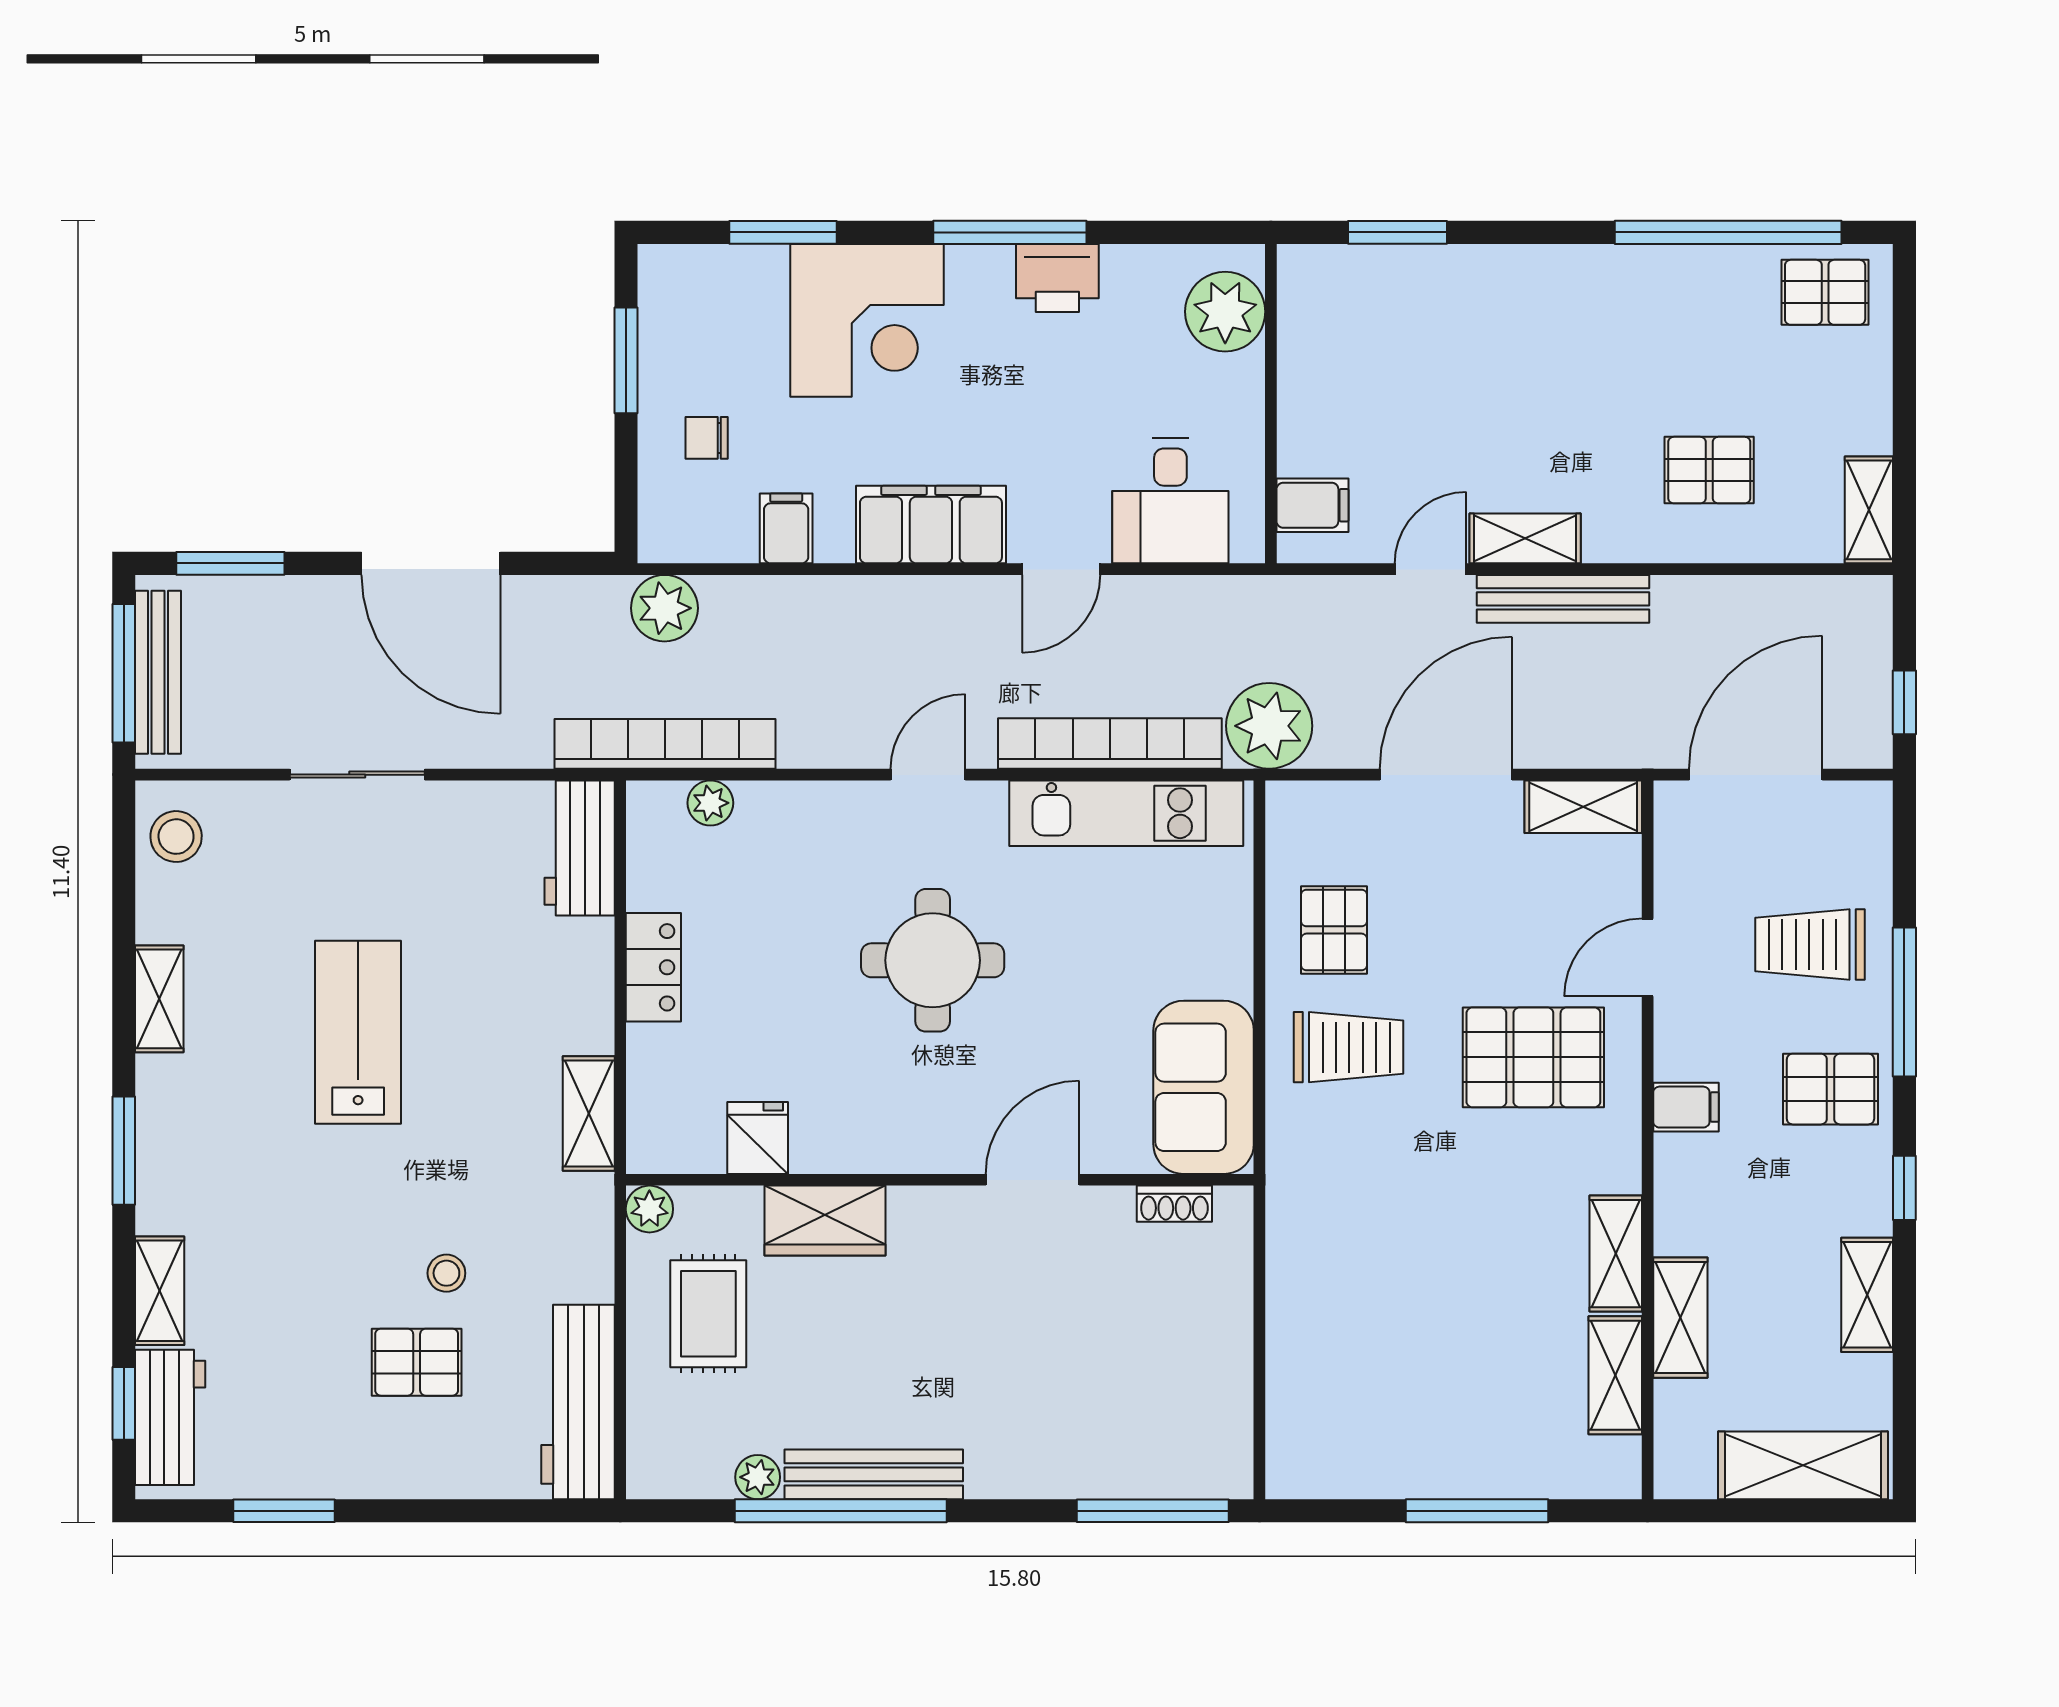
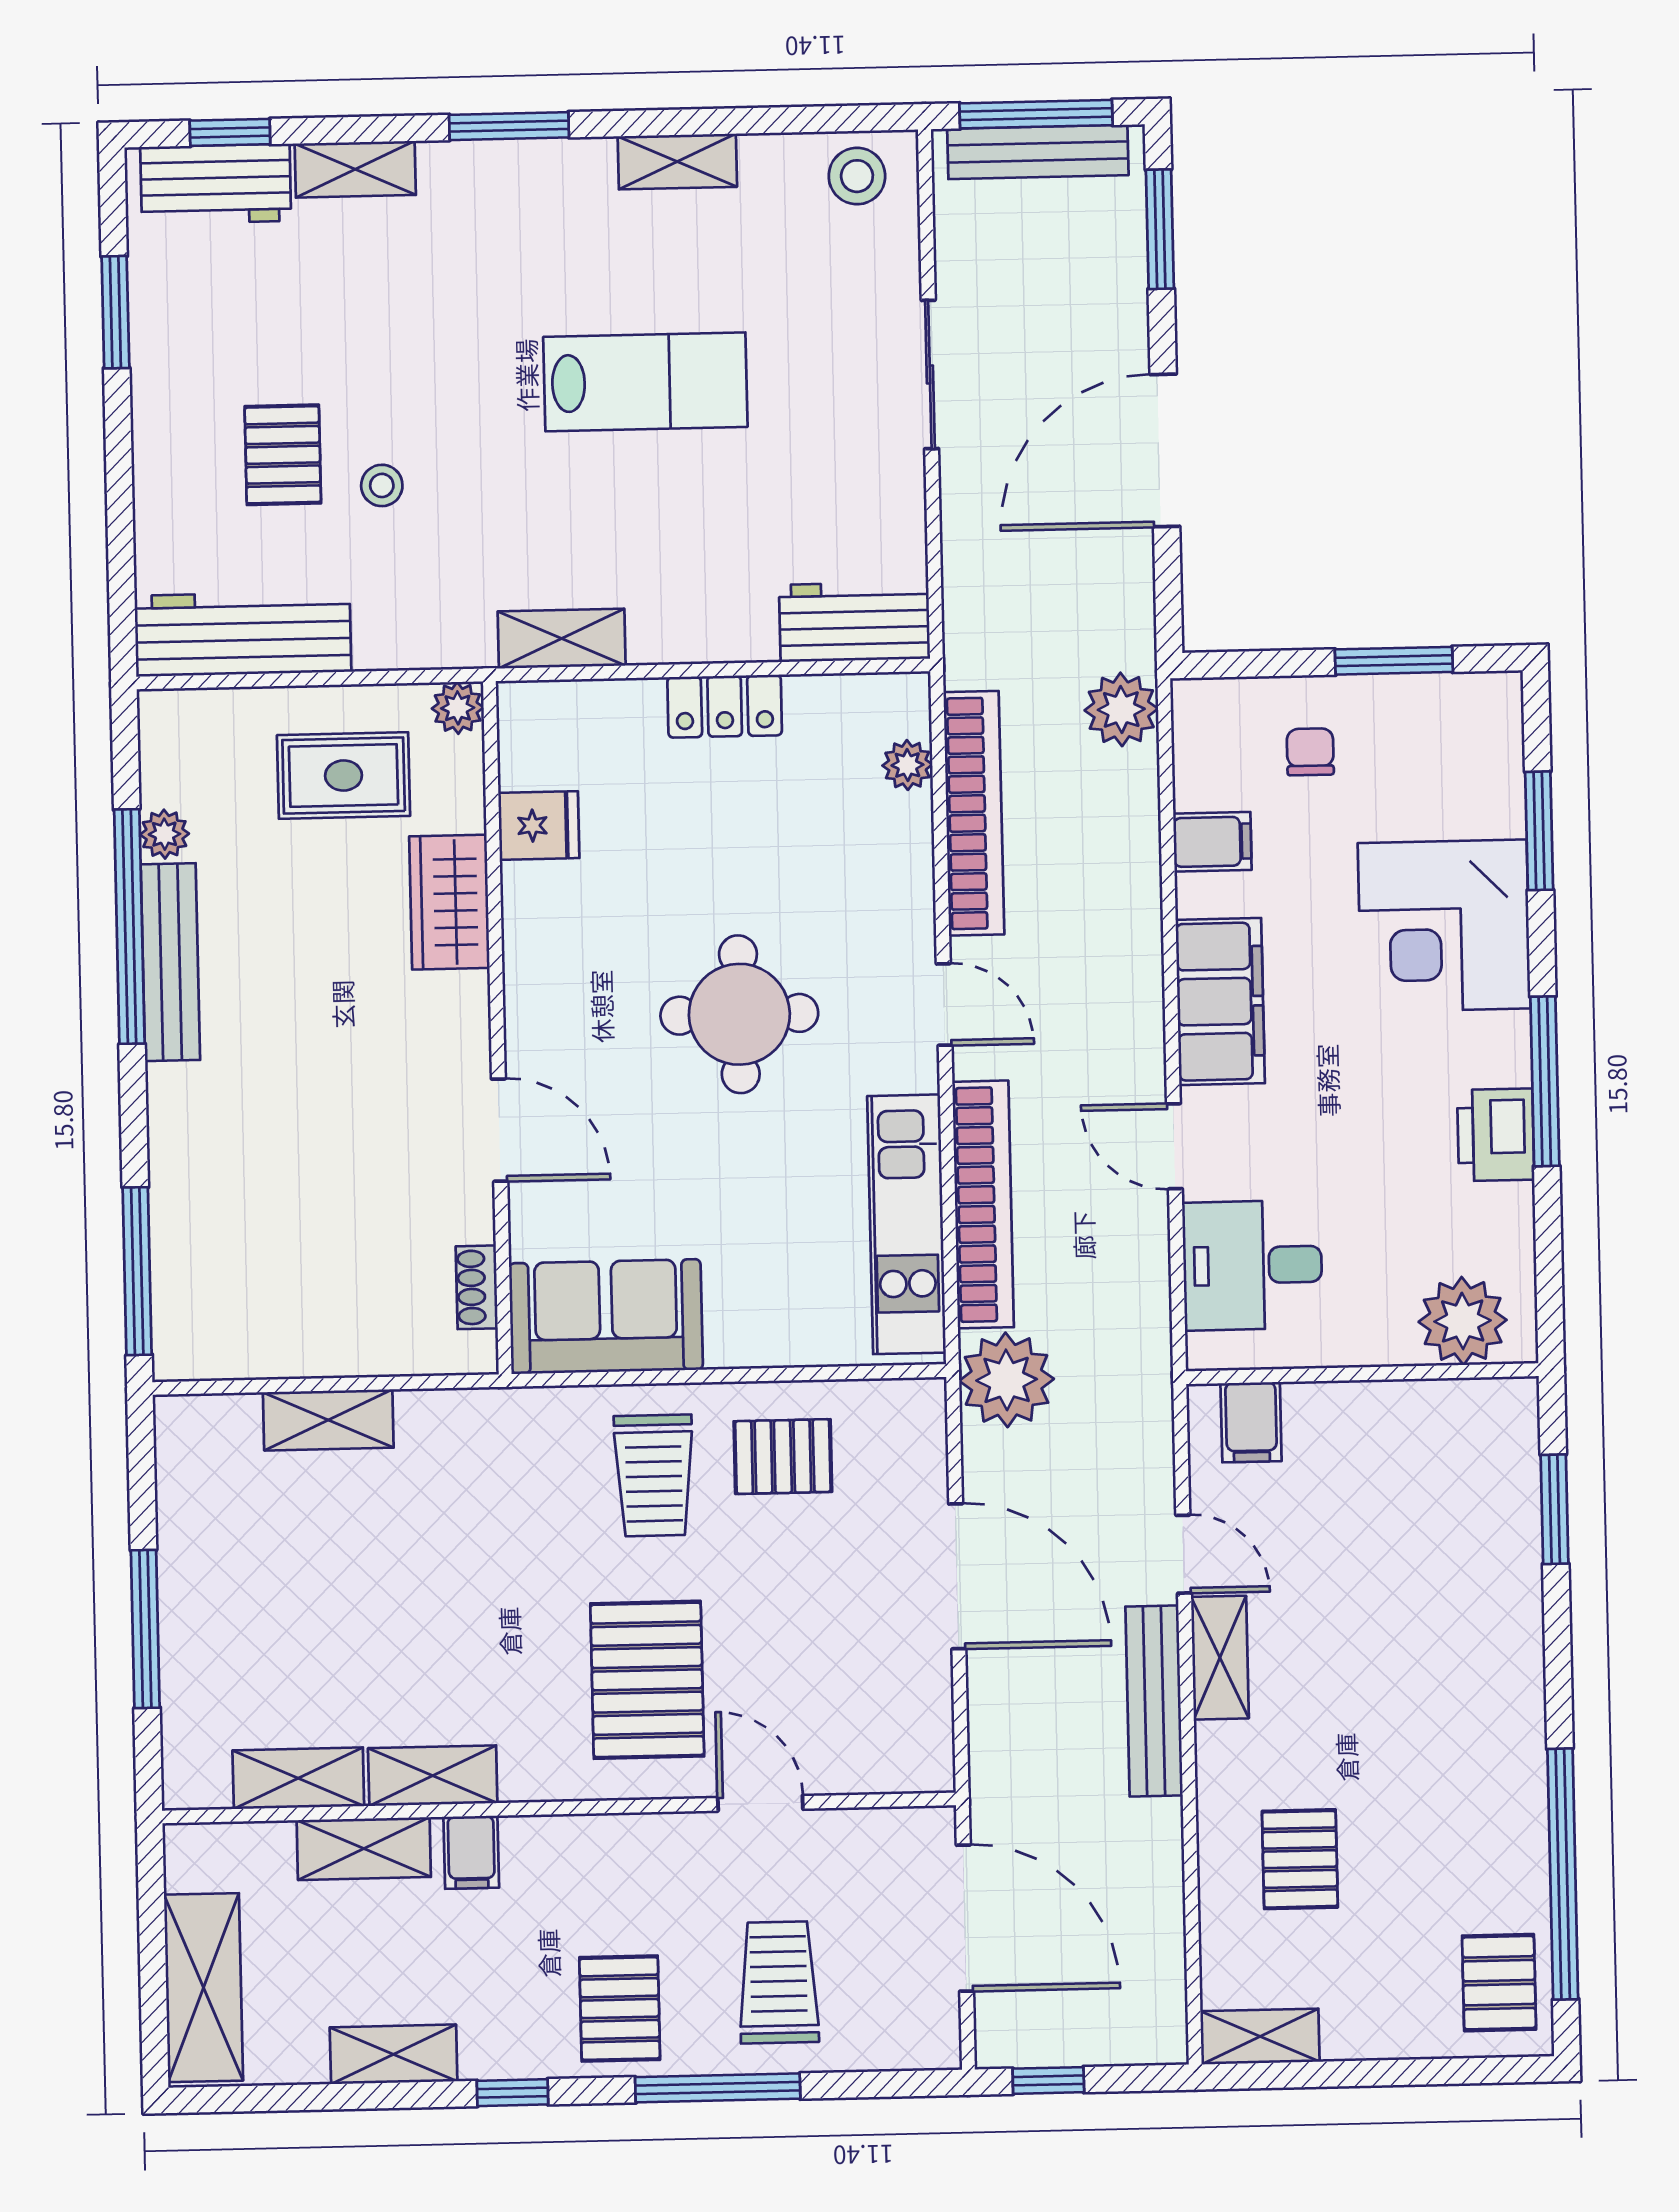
bookcase: (665, 744) -> (974, 813), moved
shelving: (1583, 807) -> (328, 1420), moved, turned 90
filing cabinet: (1686, 1107) -> (471, 1852), moved

